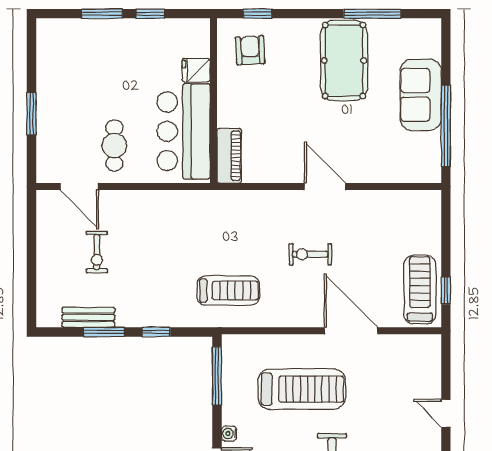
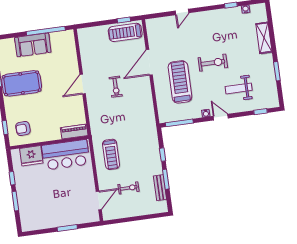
fridge: (196, 70) -> (31, 156), width x1.88, depth x1.34
cafe table: (114, 146) -> (77, 187), removed
treadmill: (228, 291) -> (111, 154), moved, turned 180

